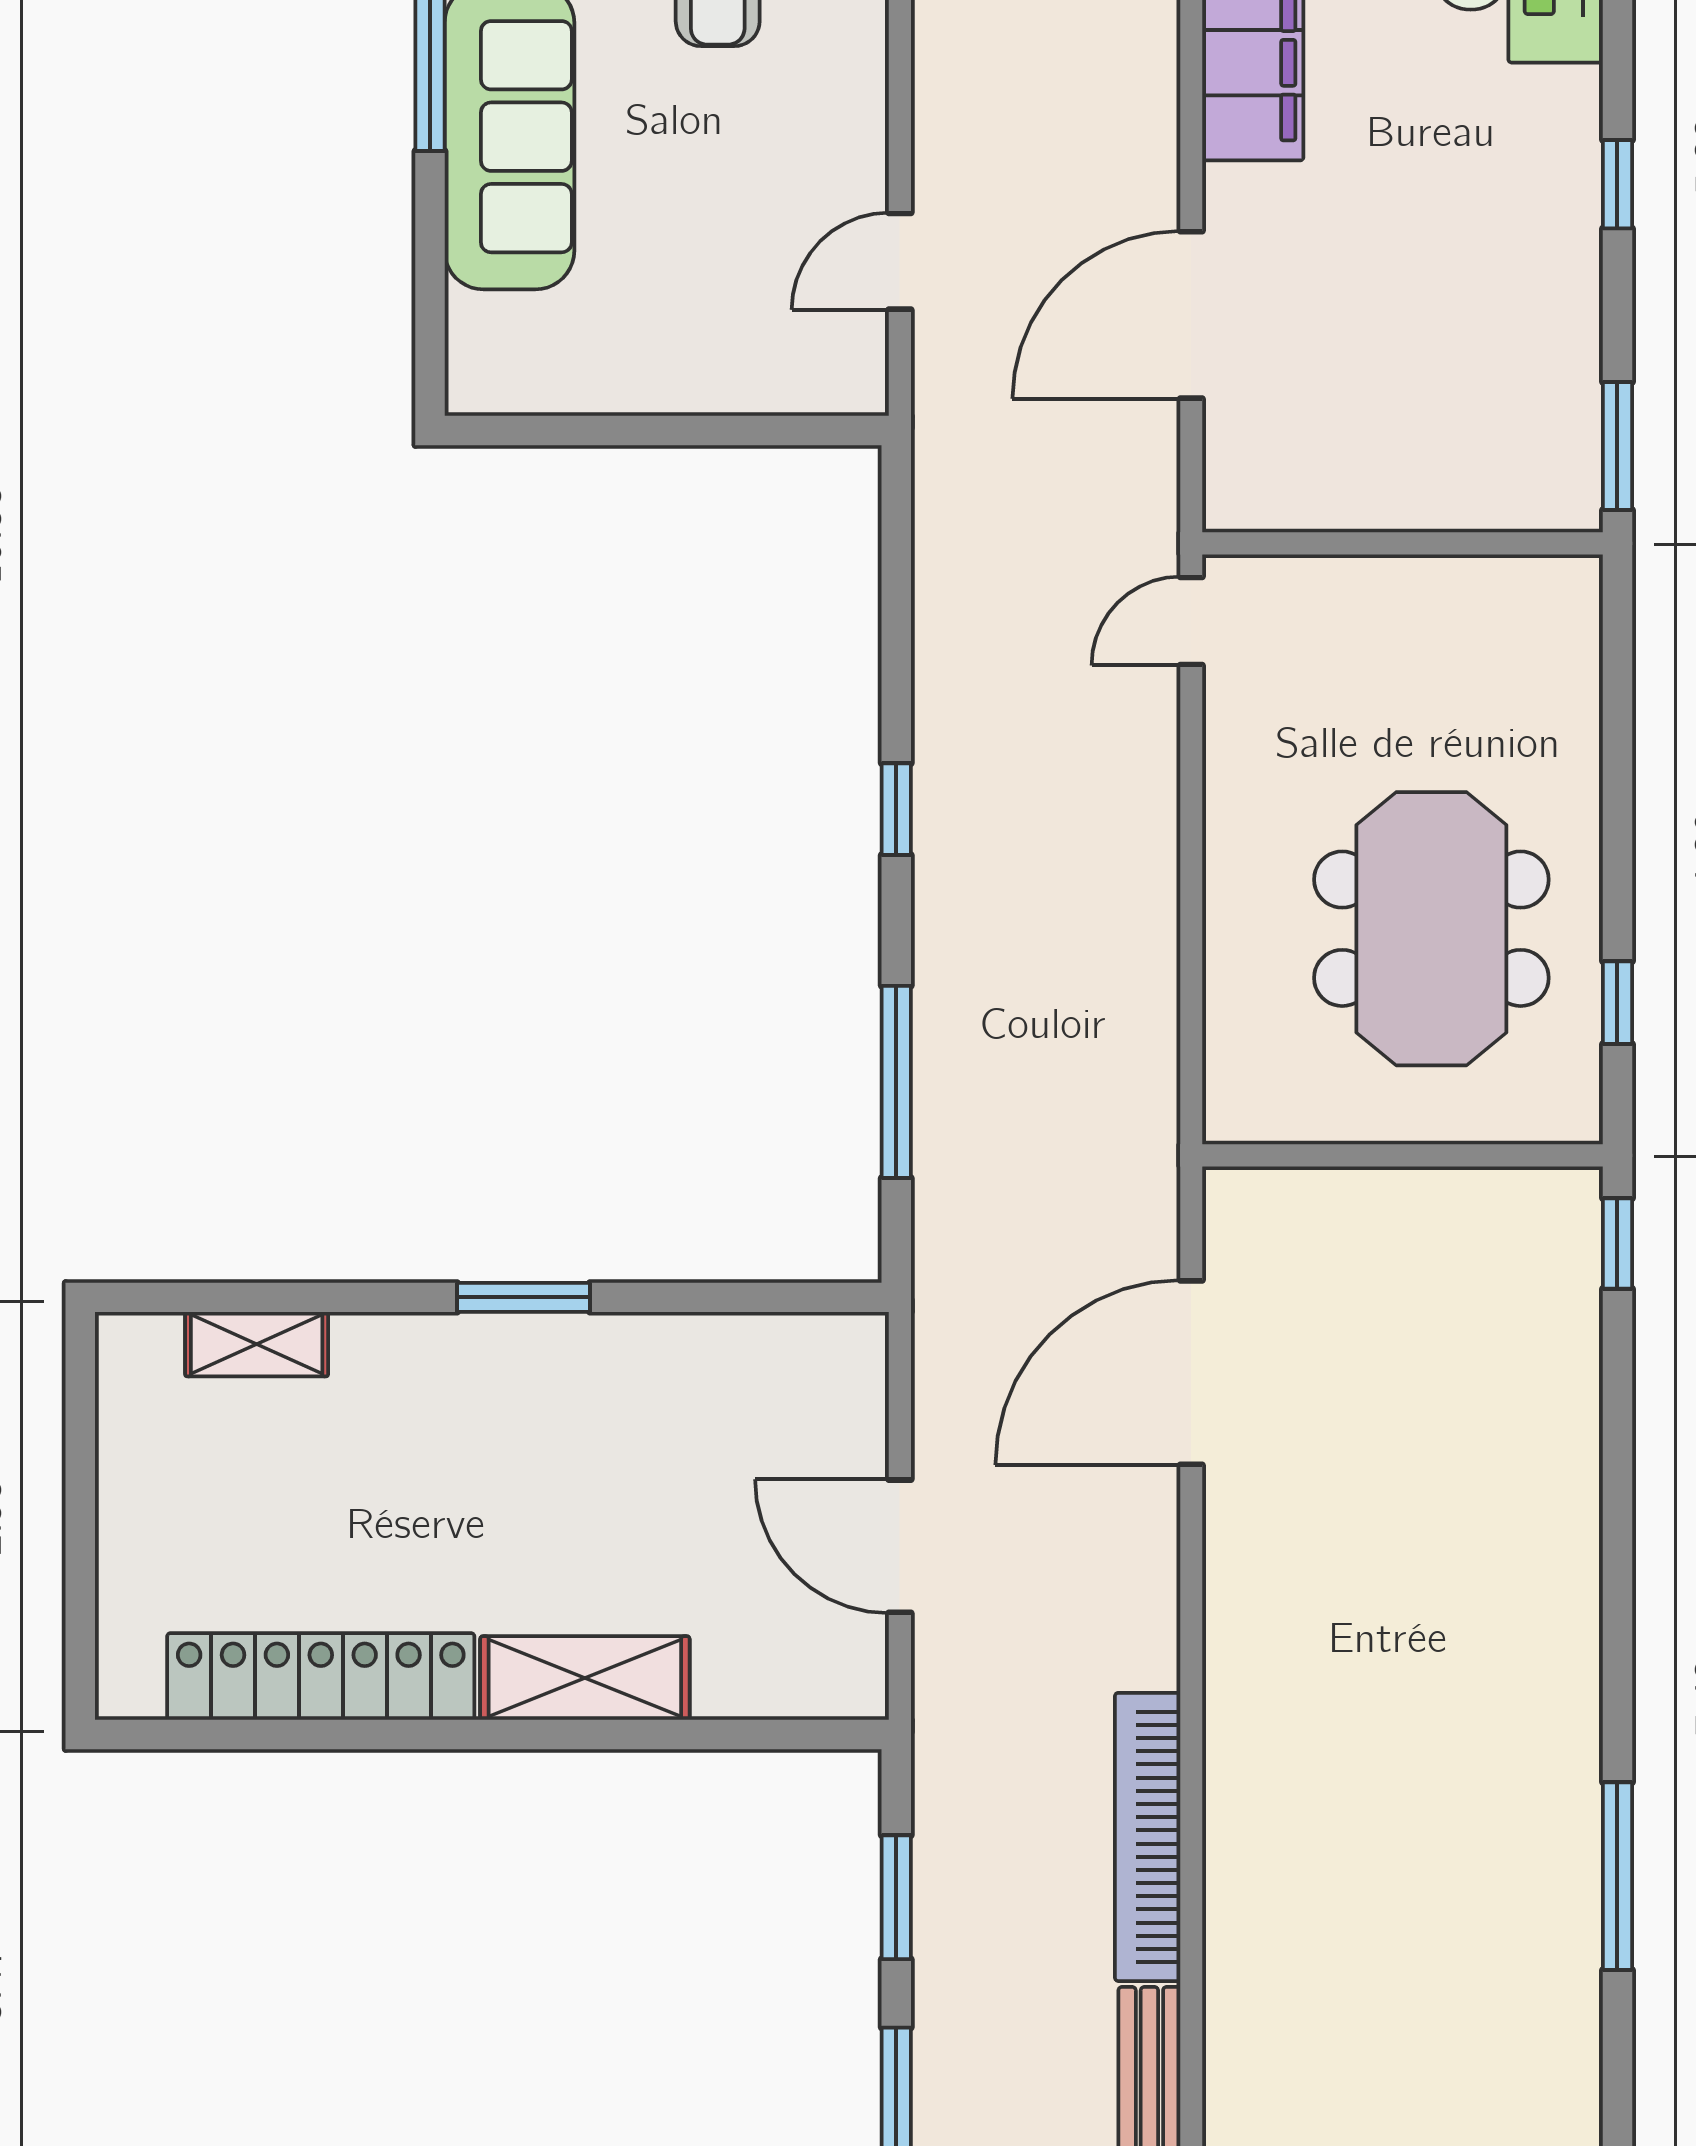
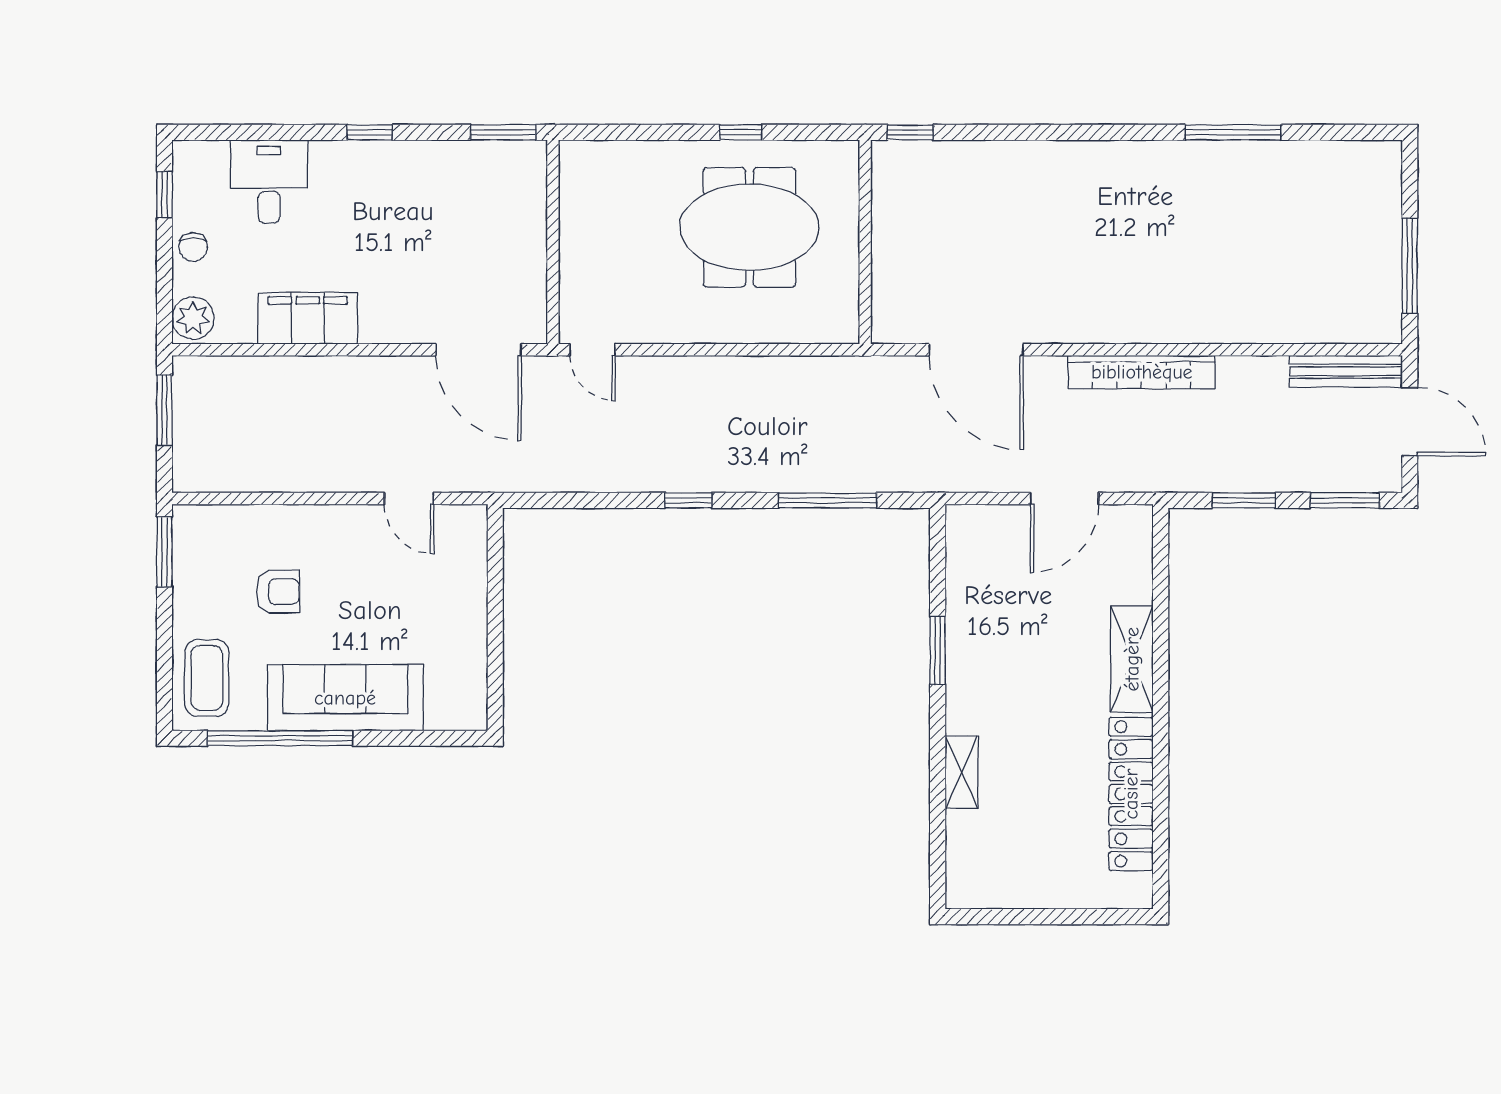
door: (1191, 315) -> (479, 350), moved
window: (1617, 1003) -> (741, 132), moved
window: (524, 1297) -> (938, 651), moved
shelving: (257, 1344) -> (961, 772), moved
bookcase: (1148, 1837) -> (1142, 372), moved

